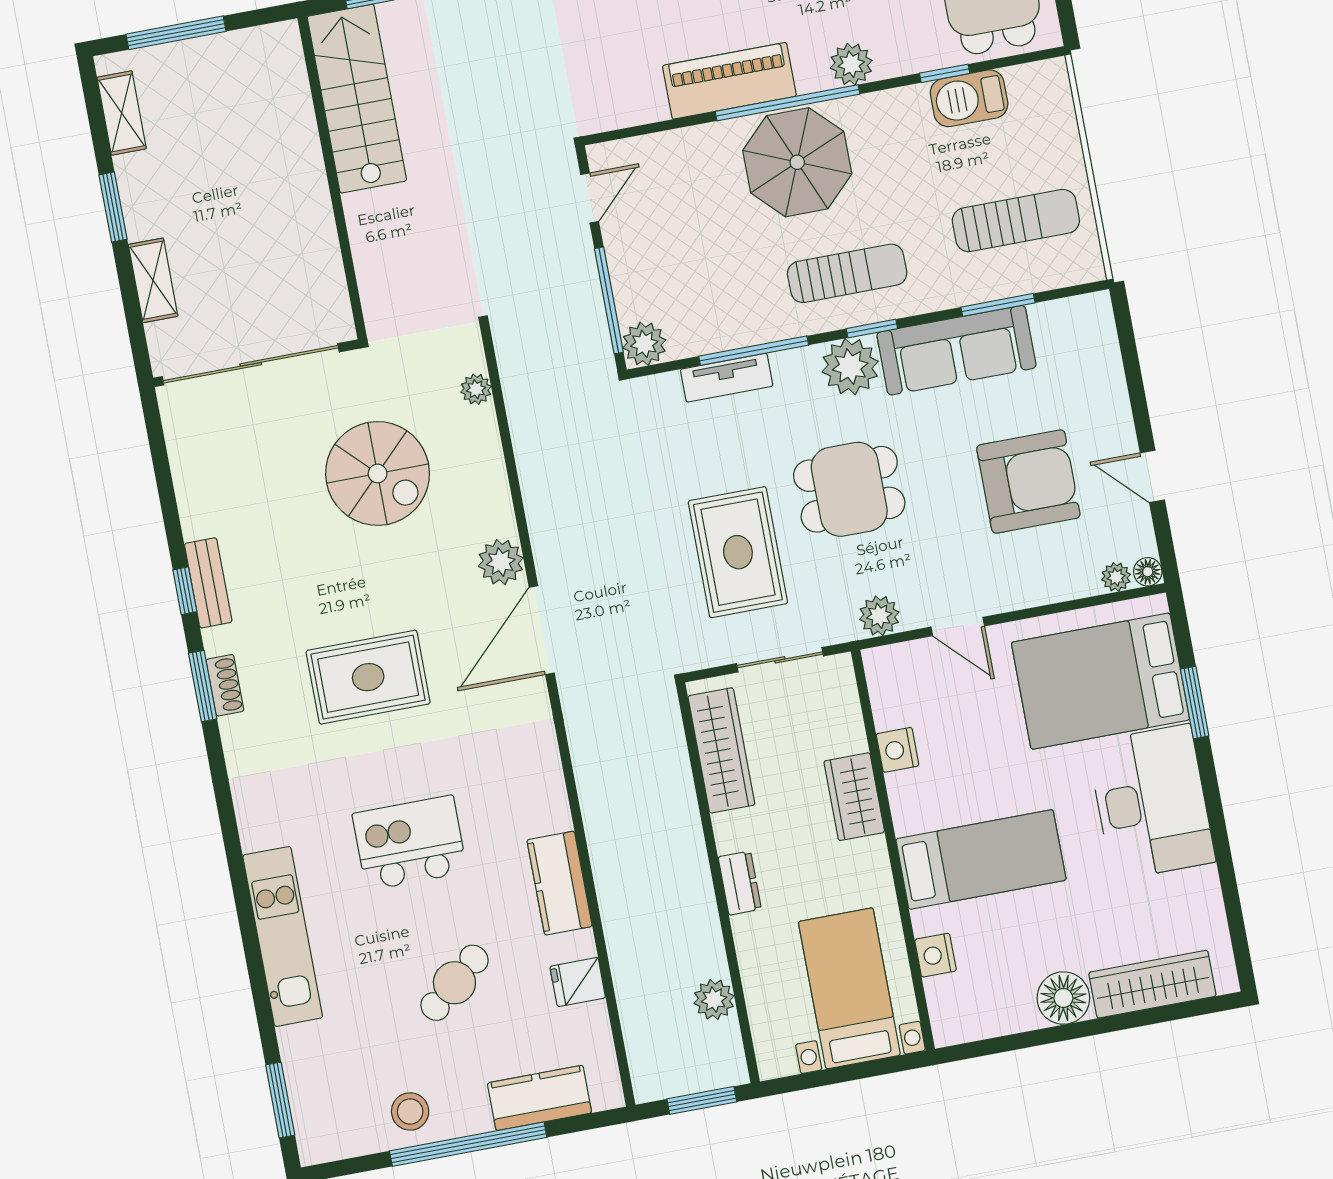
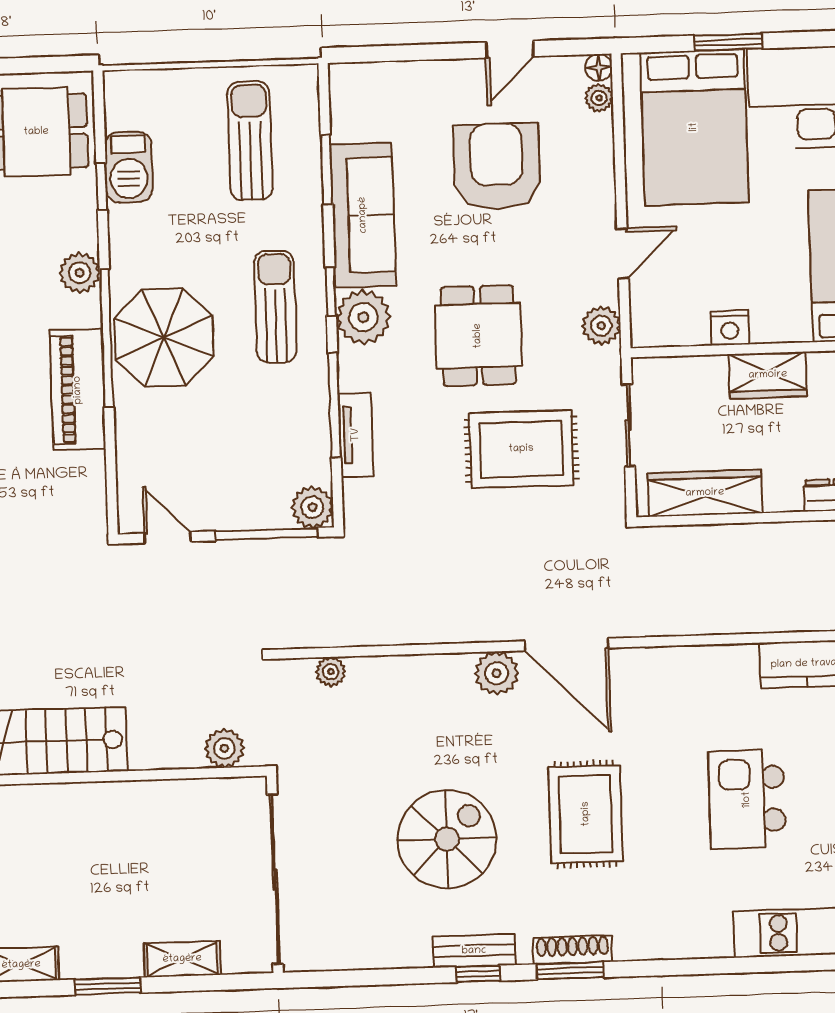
plant: (379, 291) -> (224, 748), added
spiral stairs: (378, 473) -> (447, 839), moved
shoe rack: (225, 685) -> (573, 950), width x1.43

